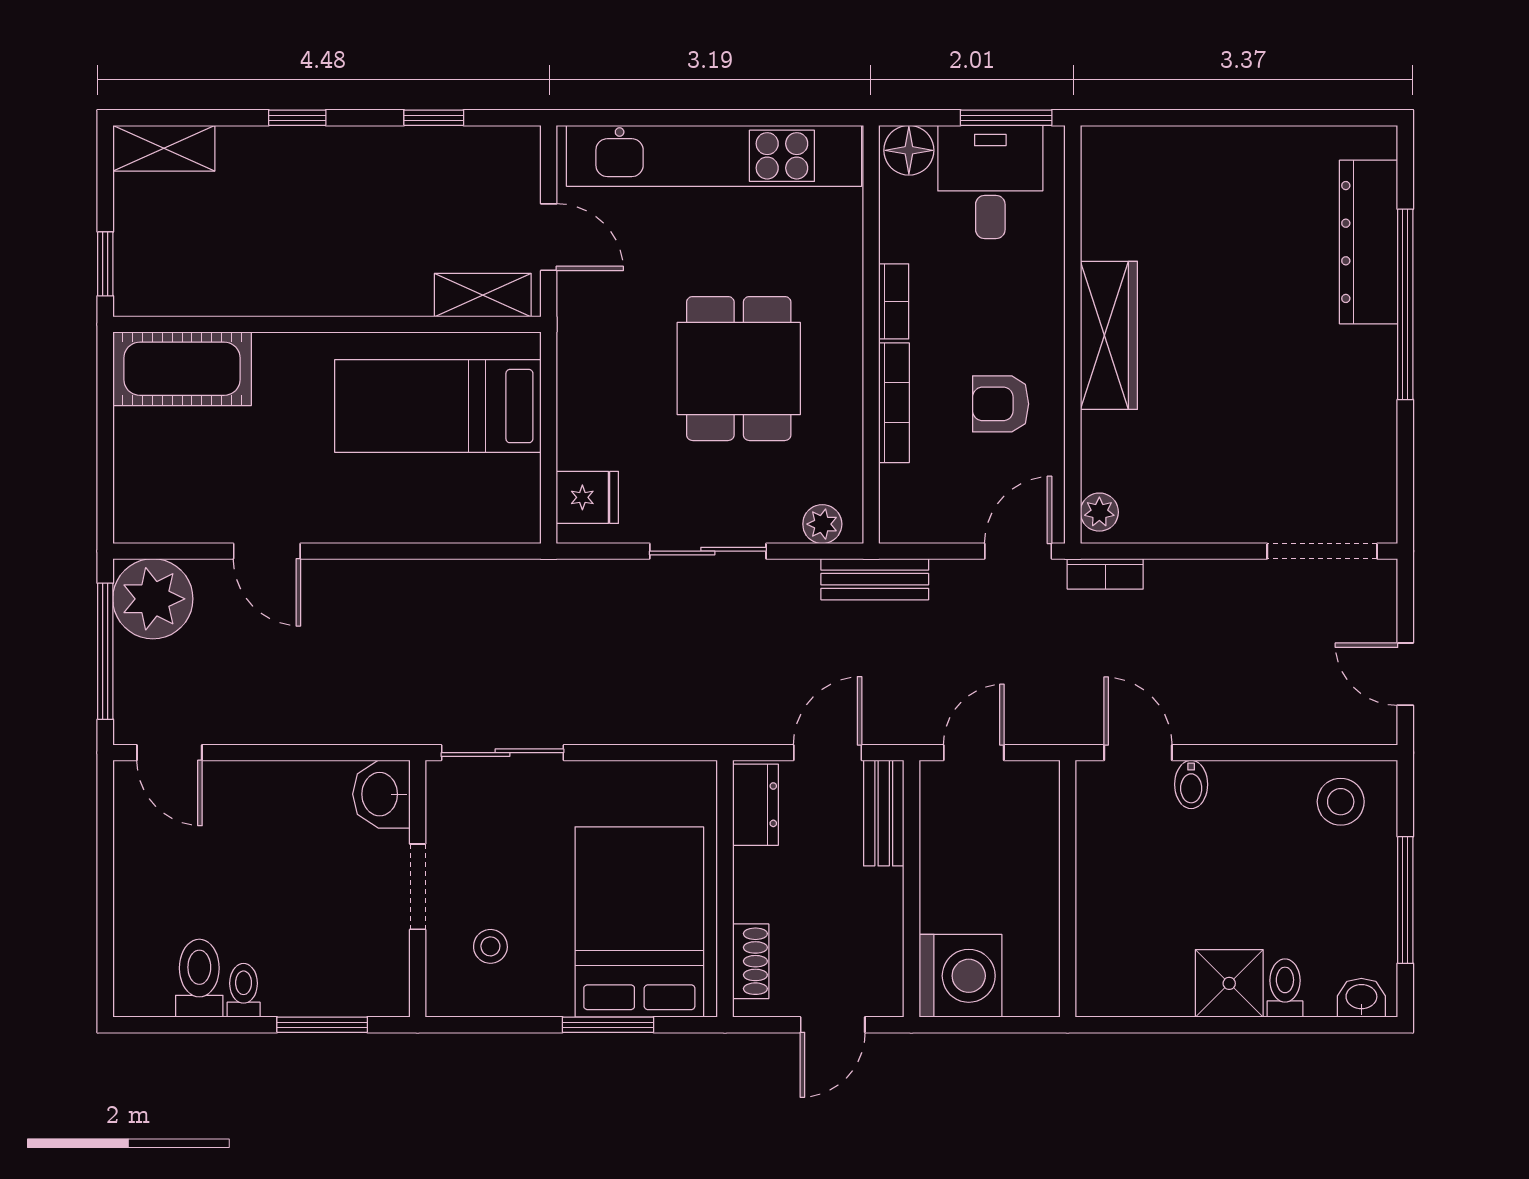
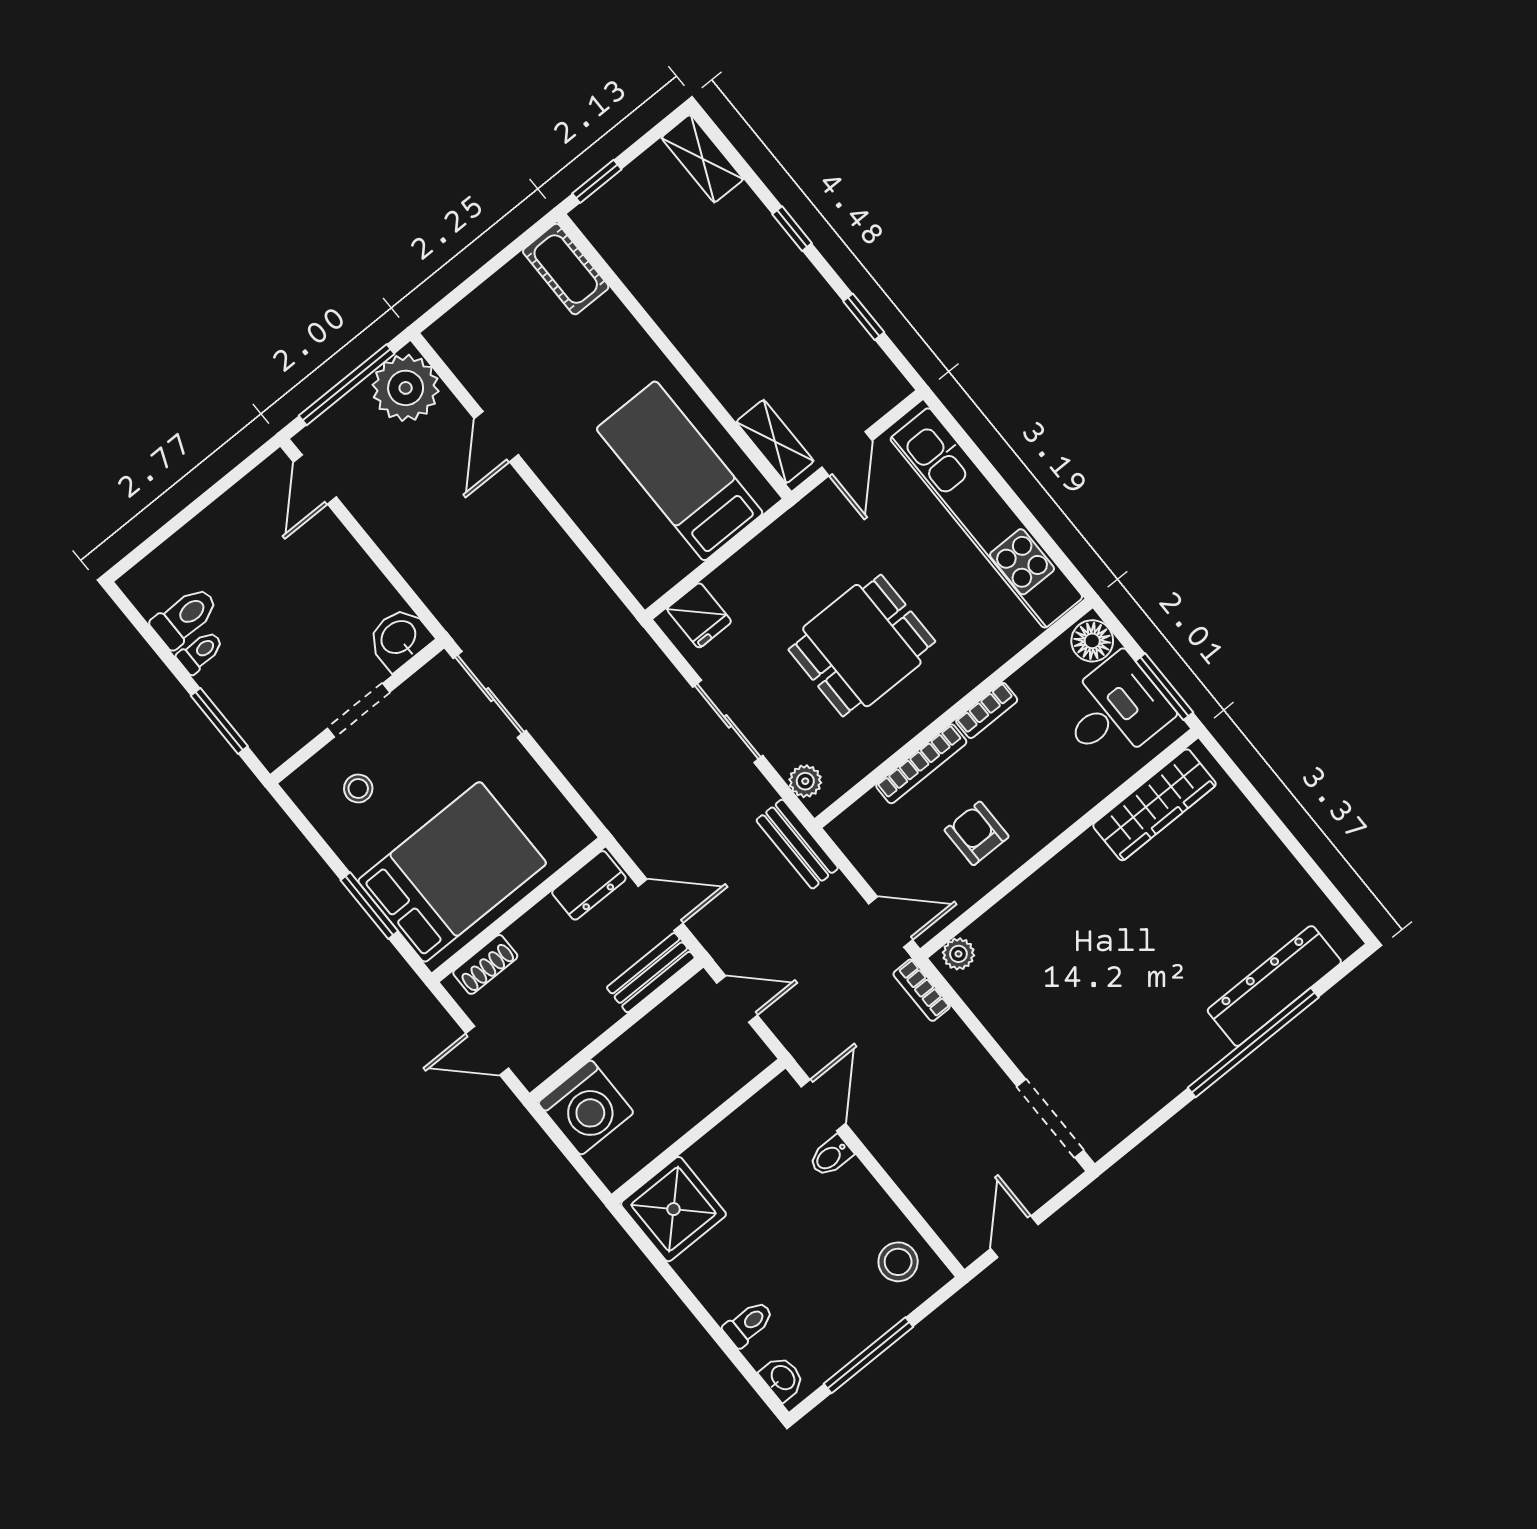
wardrobe: (1109, 335) -> (1154, 805), moved
cot: (182, 369) -> (566, 269), width x0.73, depth x0.75
shower: (1229, 983) -> (673, 1209), moved, width x1.36, depth x1.36

